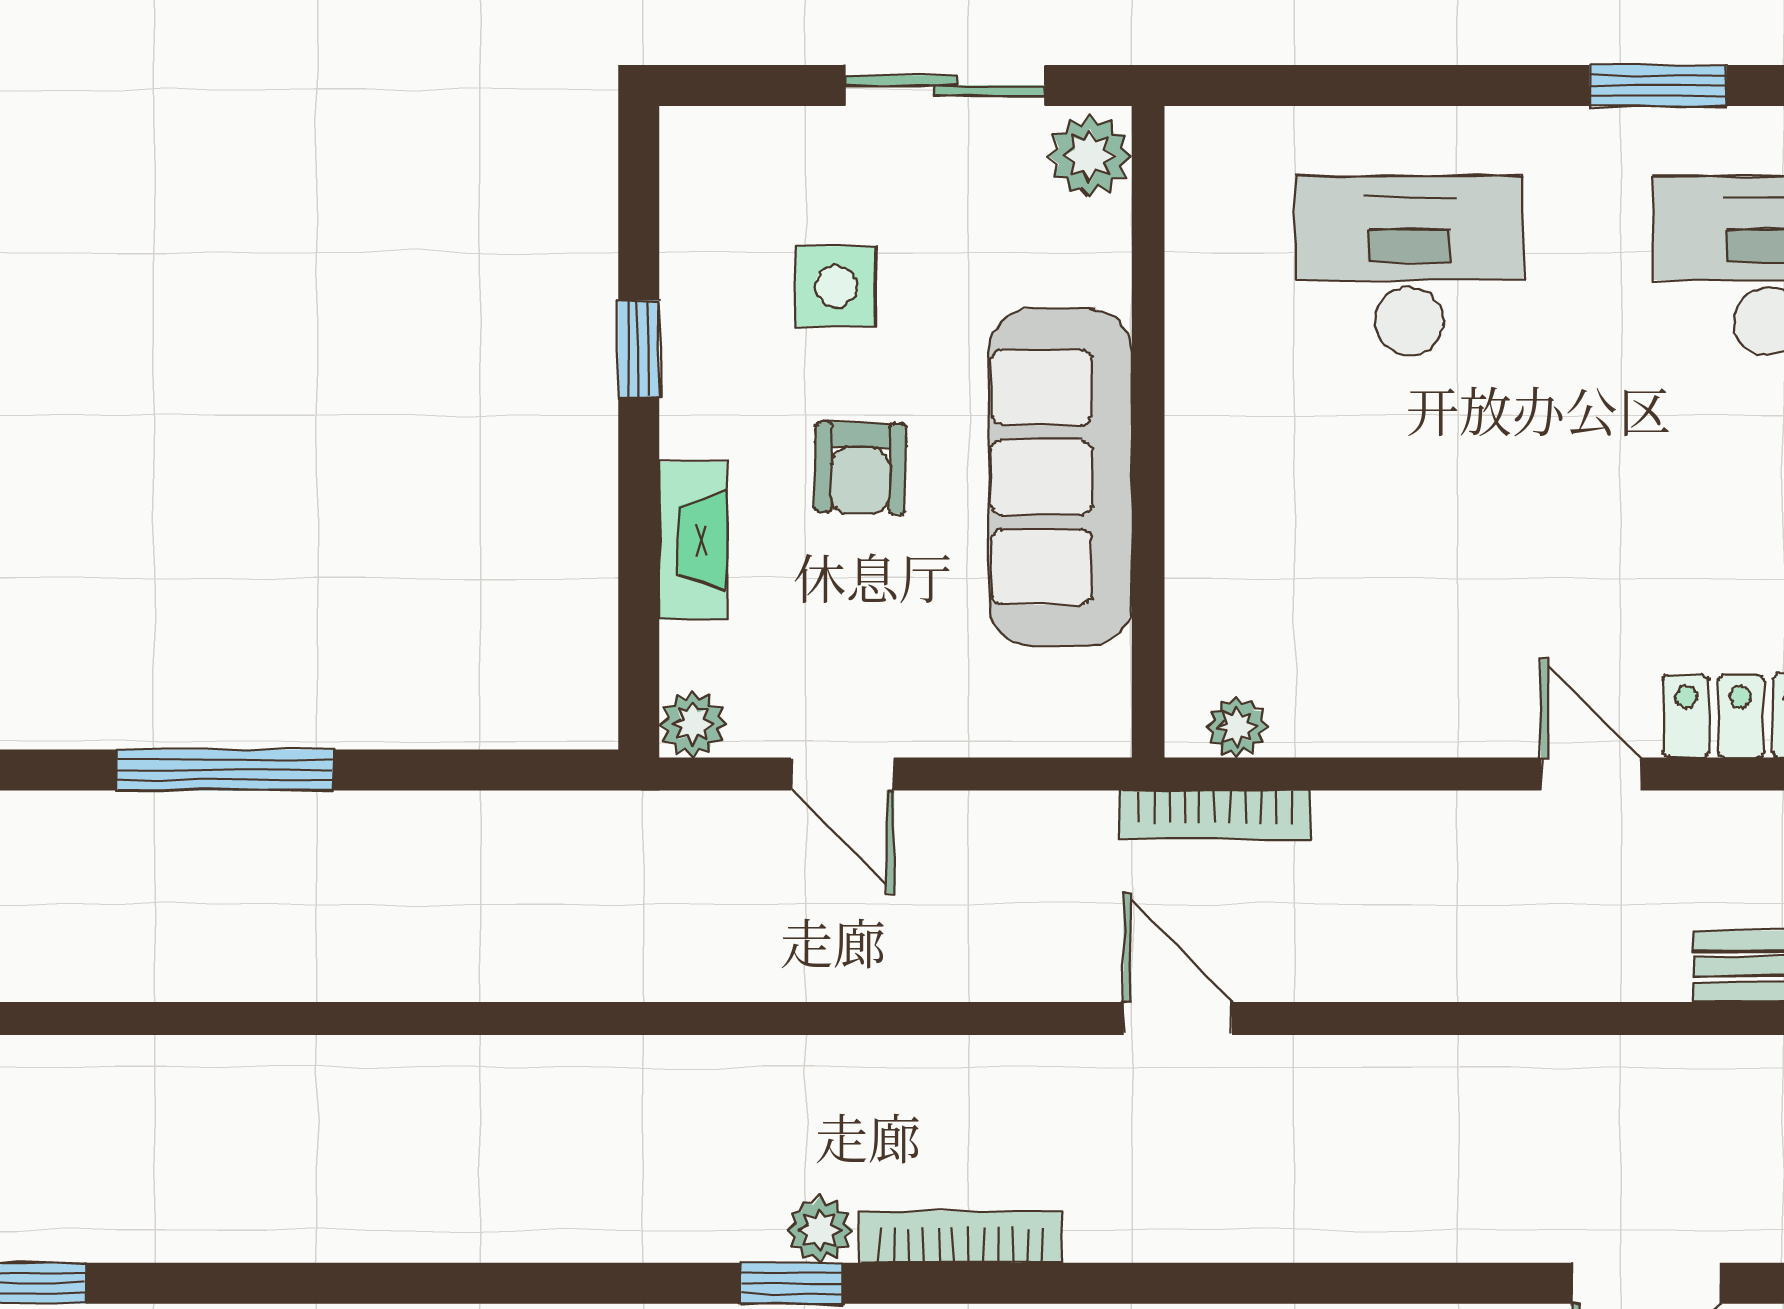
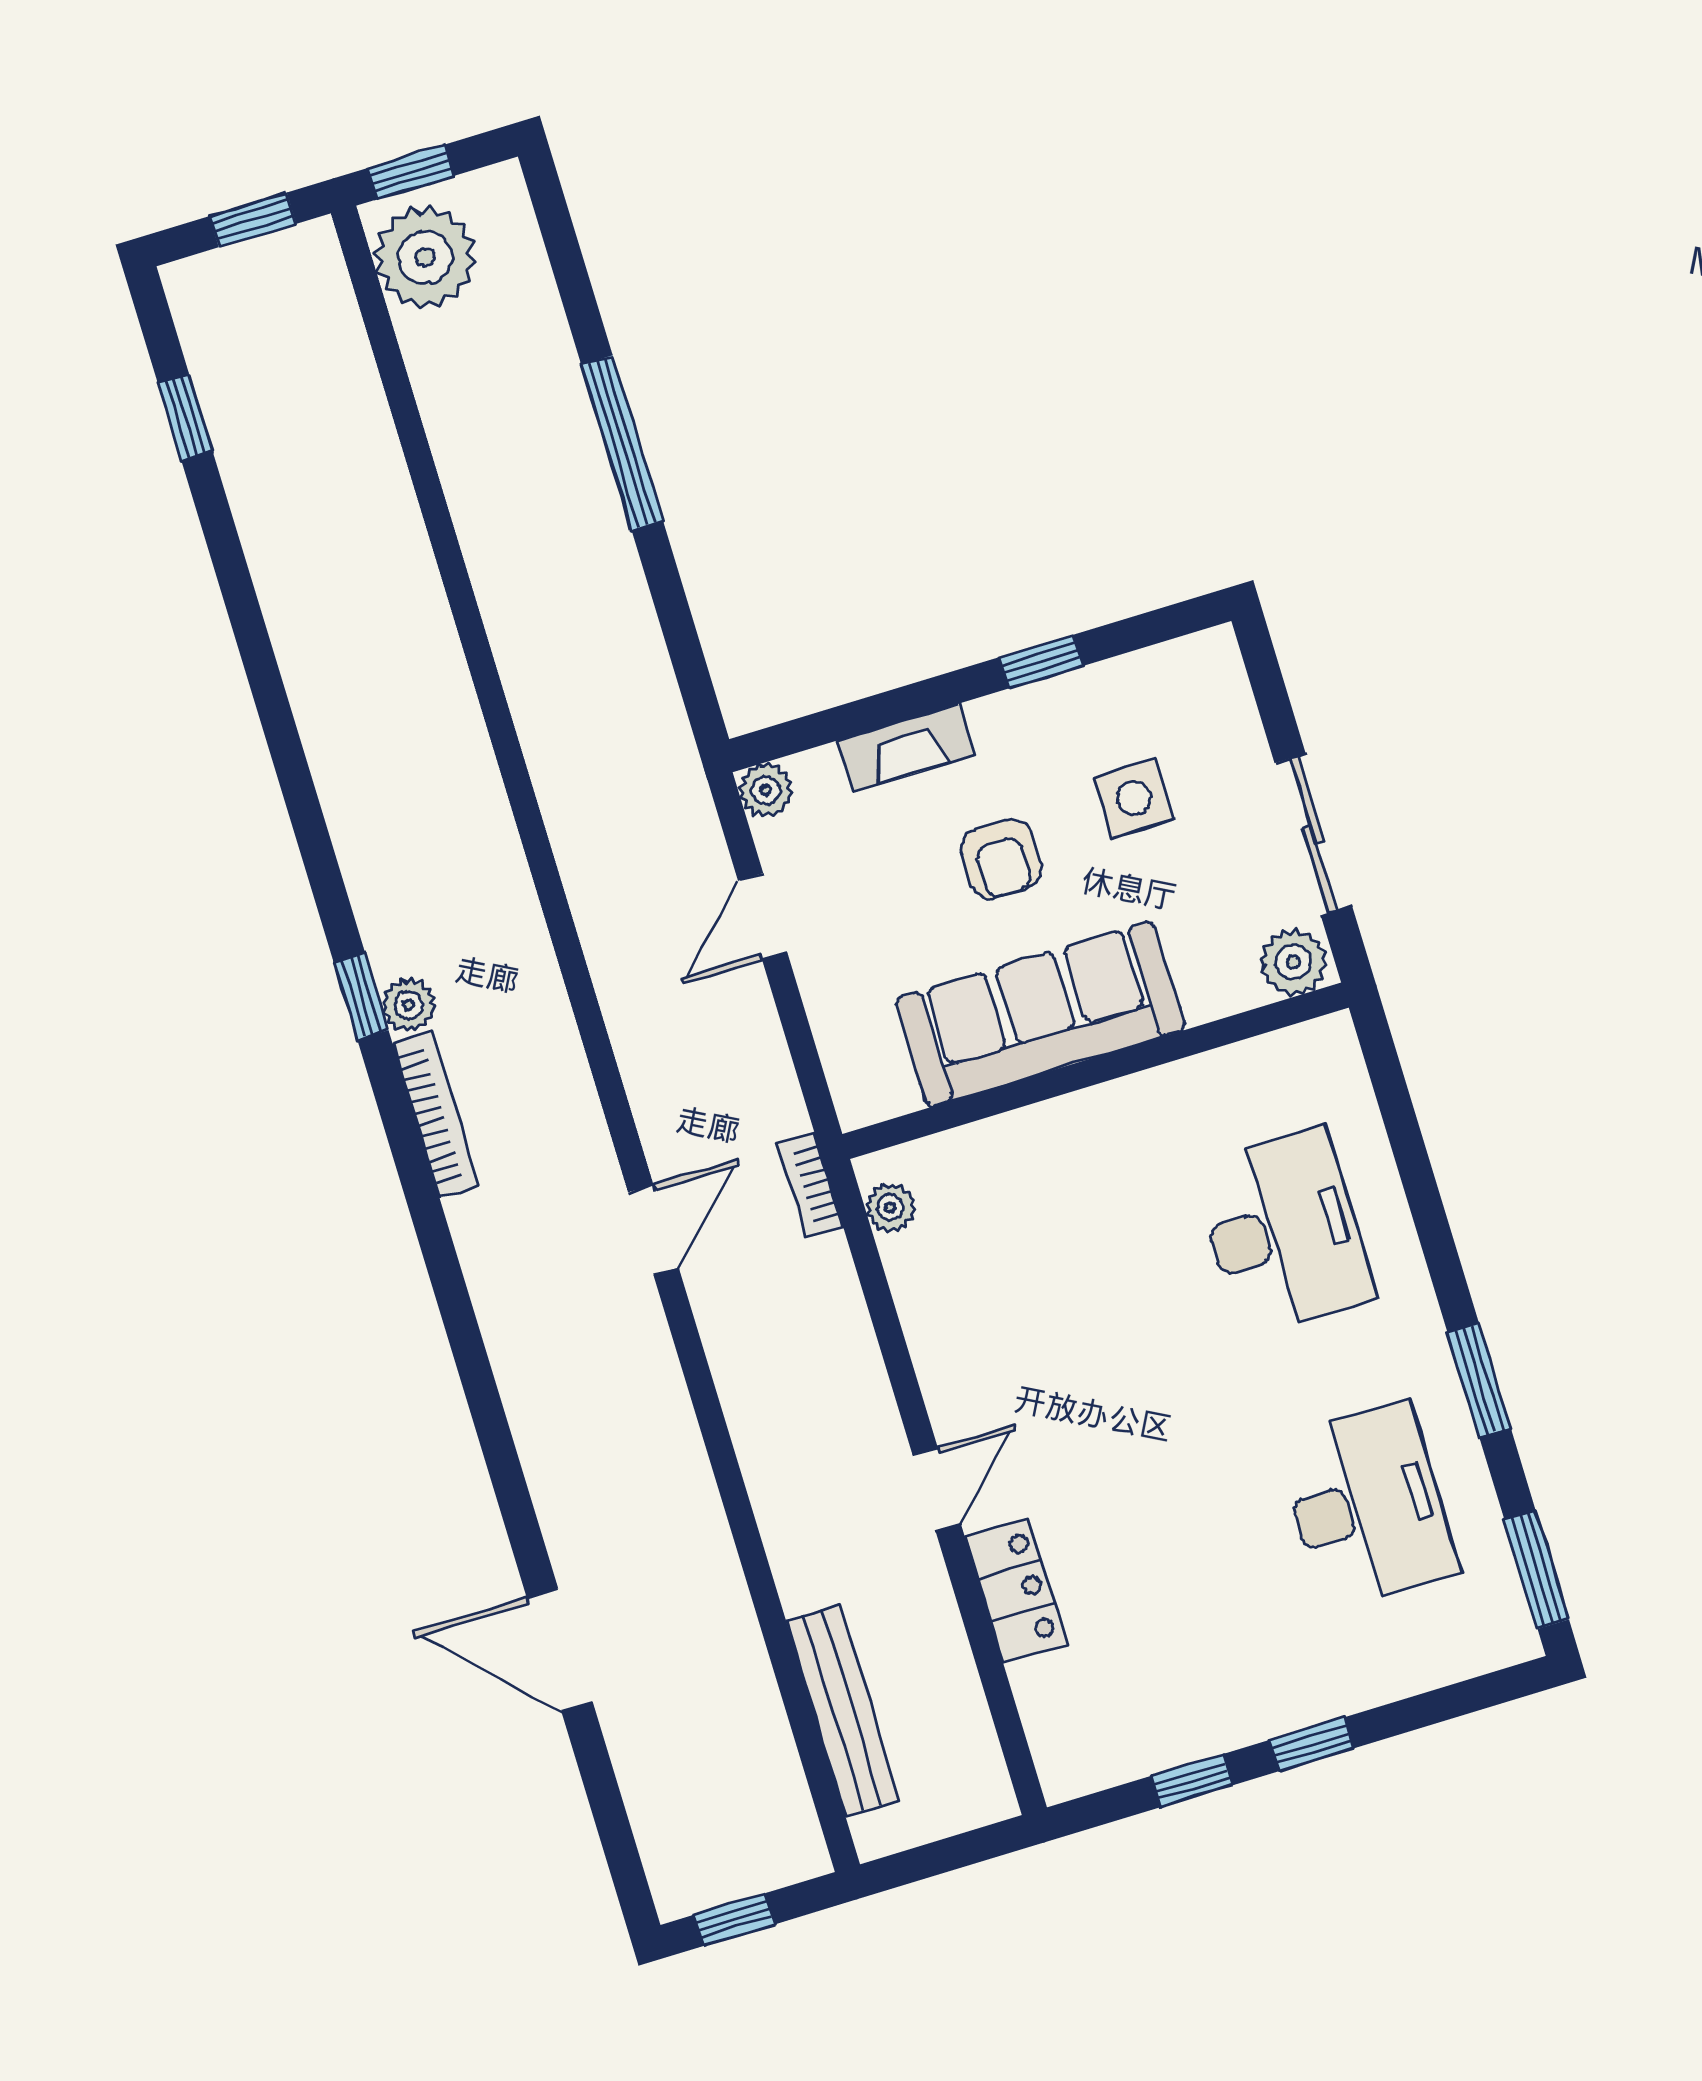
armchair: (860, 468) -> (1001, 859), turned -91
bookcase: (1215, 815) -> (810, 1185), width x0.64

